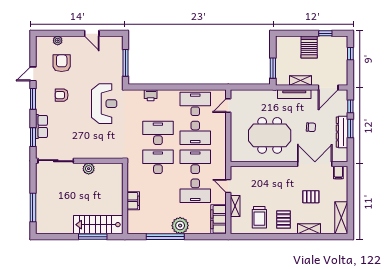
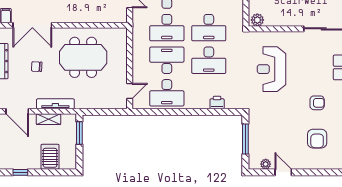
plant: (58, 40) -> (266, 164), moved
server rack: (309, 47) -> (50, 157), moved
door: (328, 88) -> (17, 111), swing flipped
reception desk: (104, 104) -> (271, 69), moved
plant: (89, 169) -> (257, 20), moved

